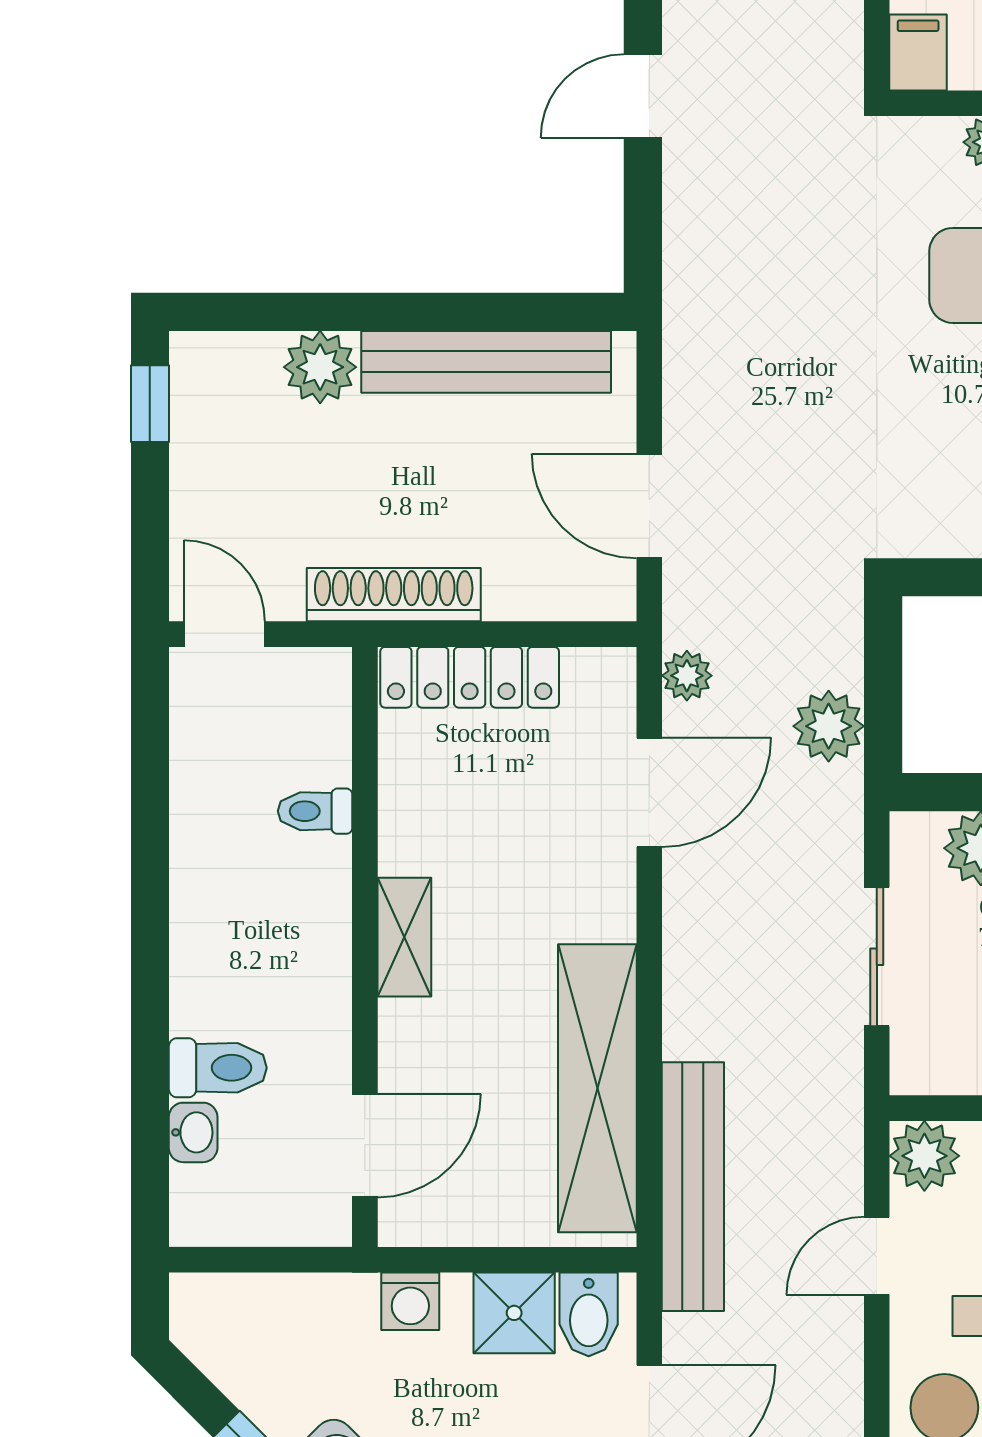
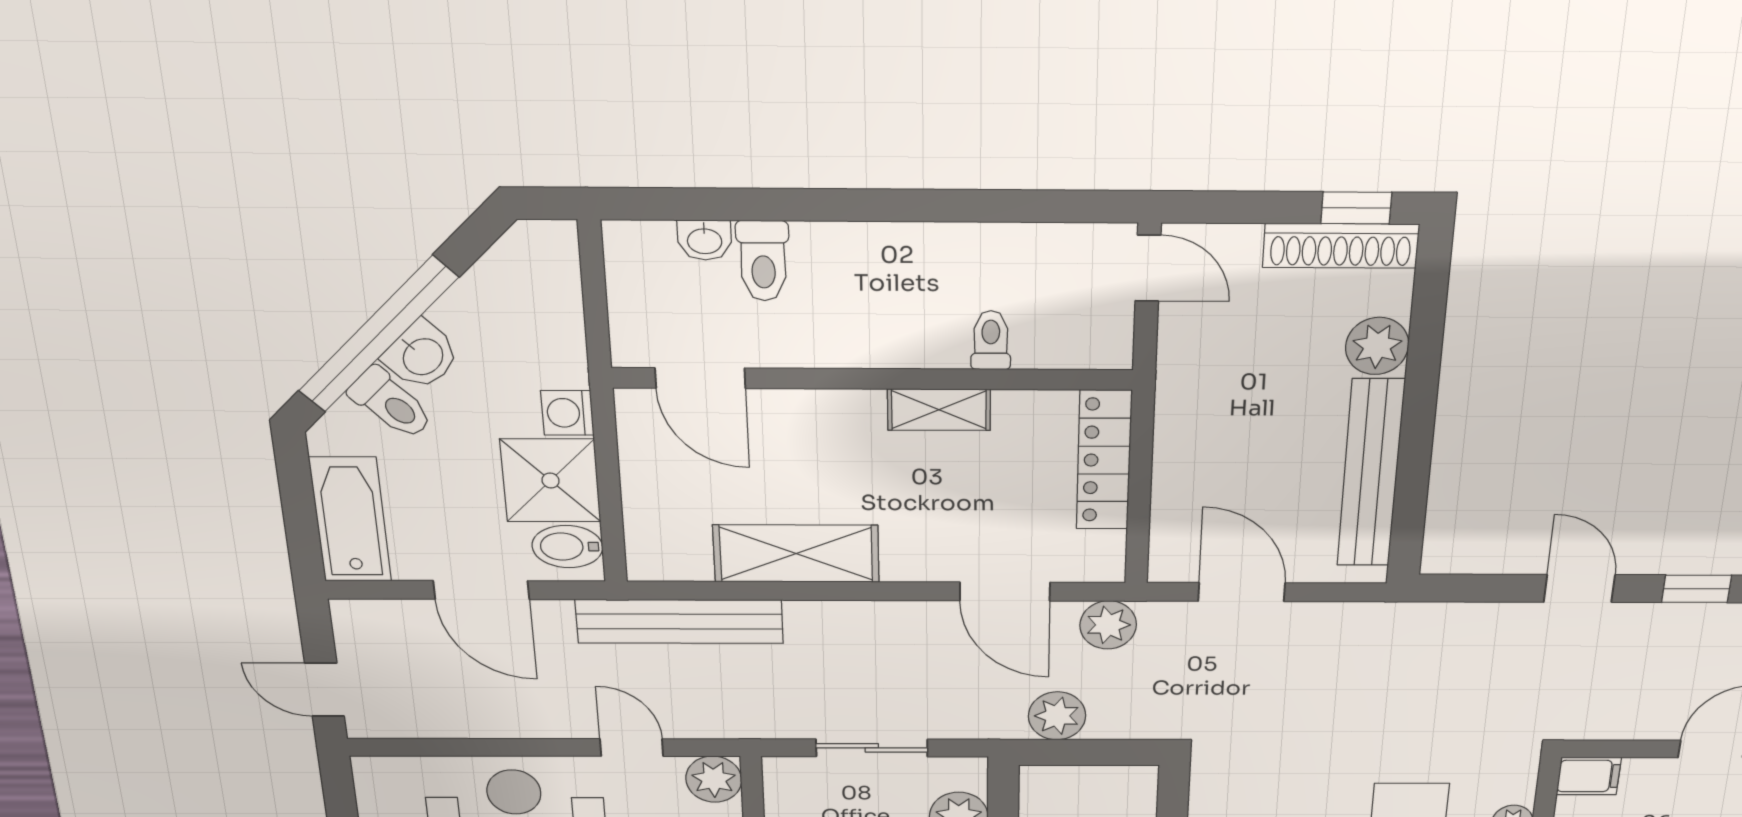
door: (649, 506) -> (1242, 592), hinge flipped
shoe rack: (394, 595) -> (1341, 246), moved, turned 90
door: (224, 634) -> (1148, 268), hinge flipped
plant: (687, 676) -> (1108, 625), width x1.38, depth x1.38
shelving: (404, 937) -> (939, 410), moved
shelving: (597, 1088) -> (796, 553), width x0.68
shower: (514, 1313) -> (551, 480), width x1.36, depth x1.36

